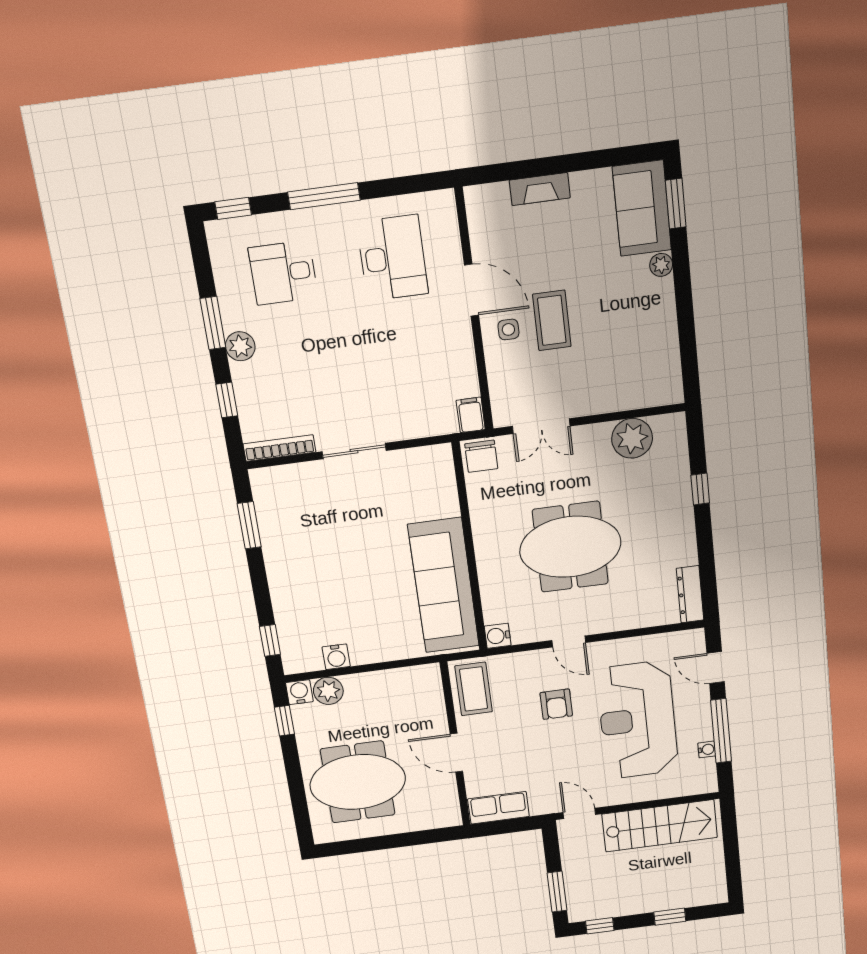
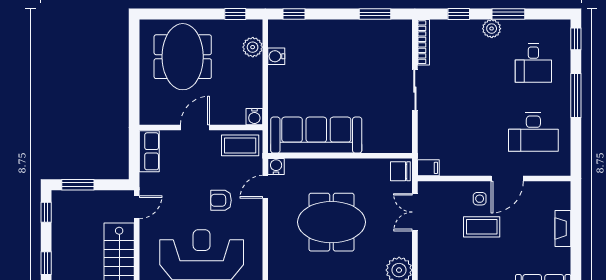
desk: (283, 273) -> (533, 63), turned 180
meeting table: (570, 547) -> (331, 222), turned 90
door: (569, 642) -> (265, 187), moved
water cooler: (299, 692) -> (254, 117), moved, turned 90

